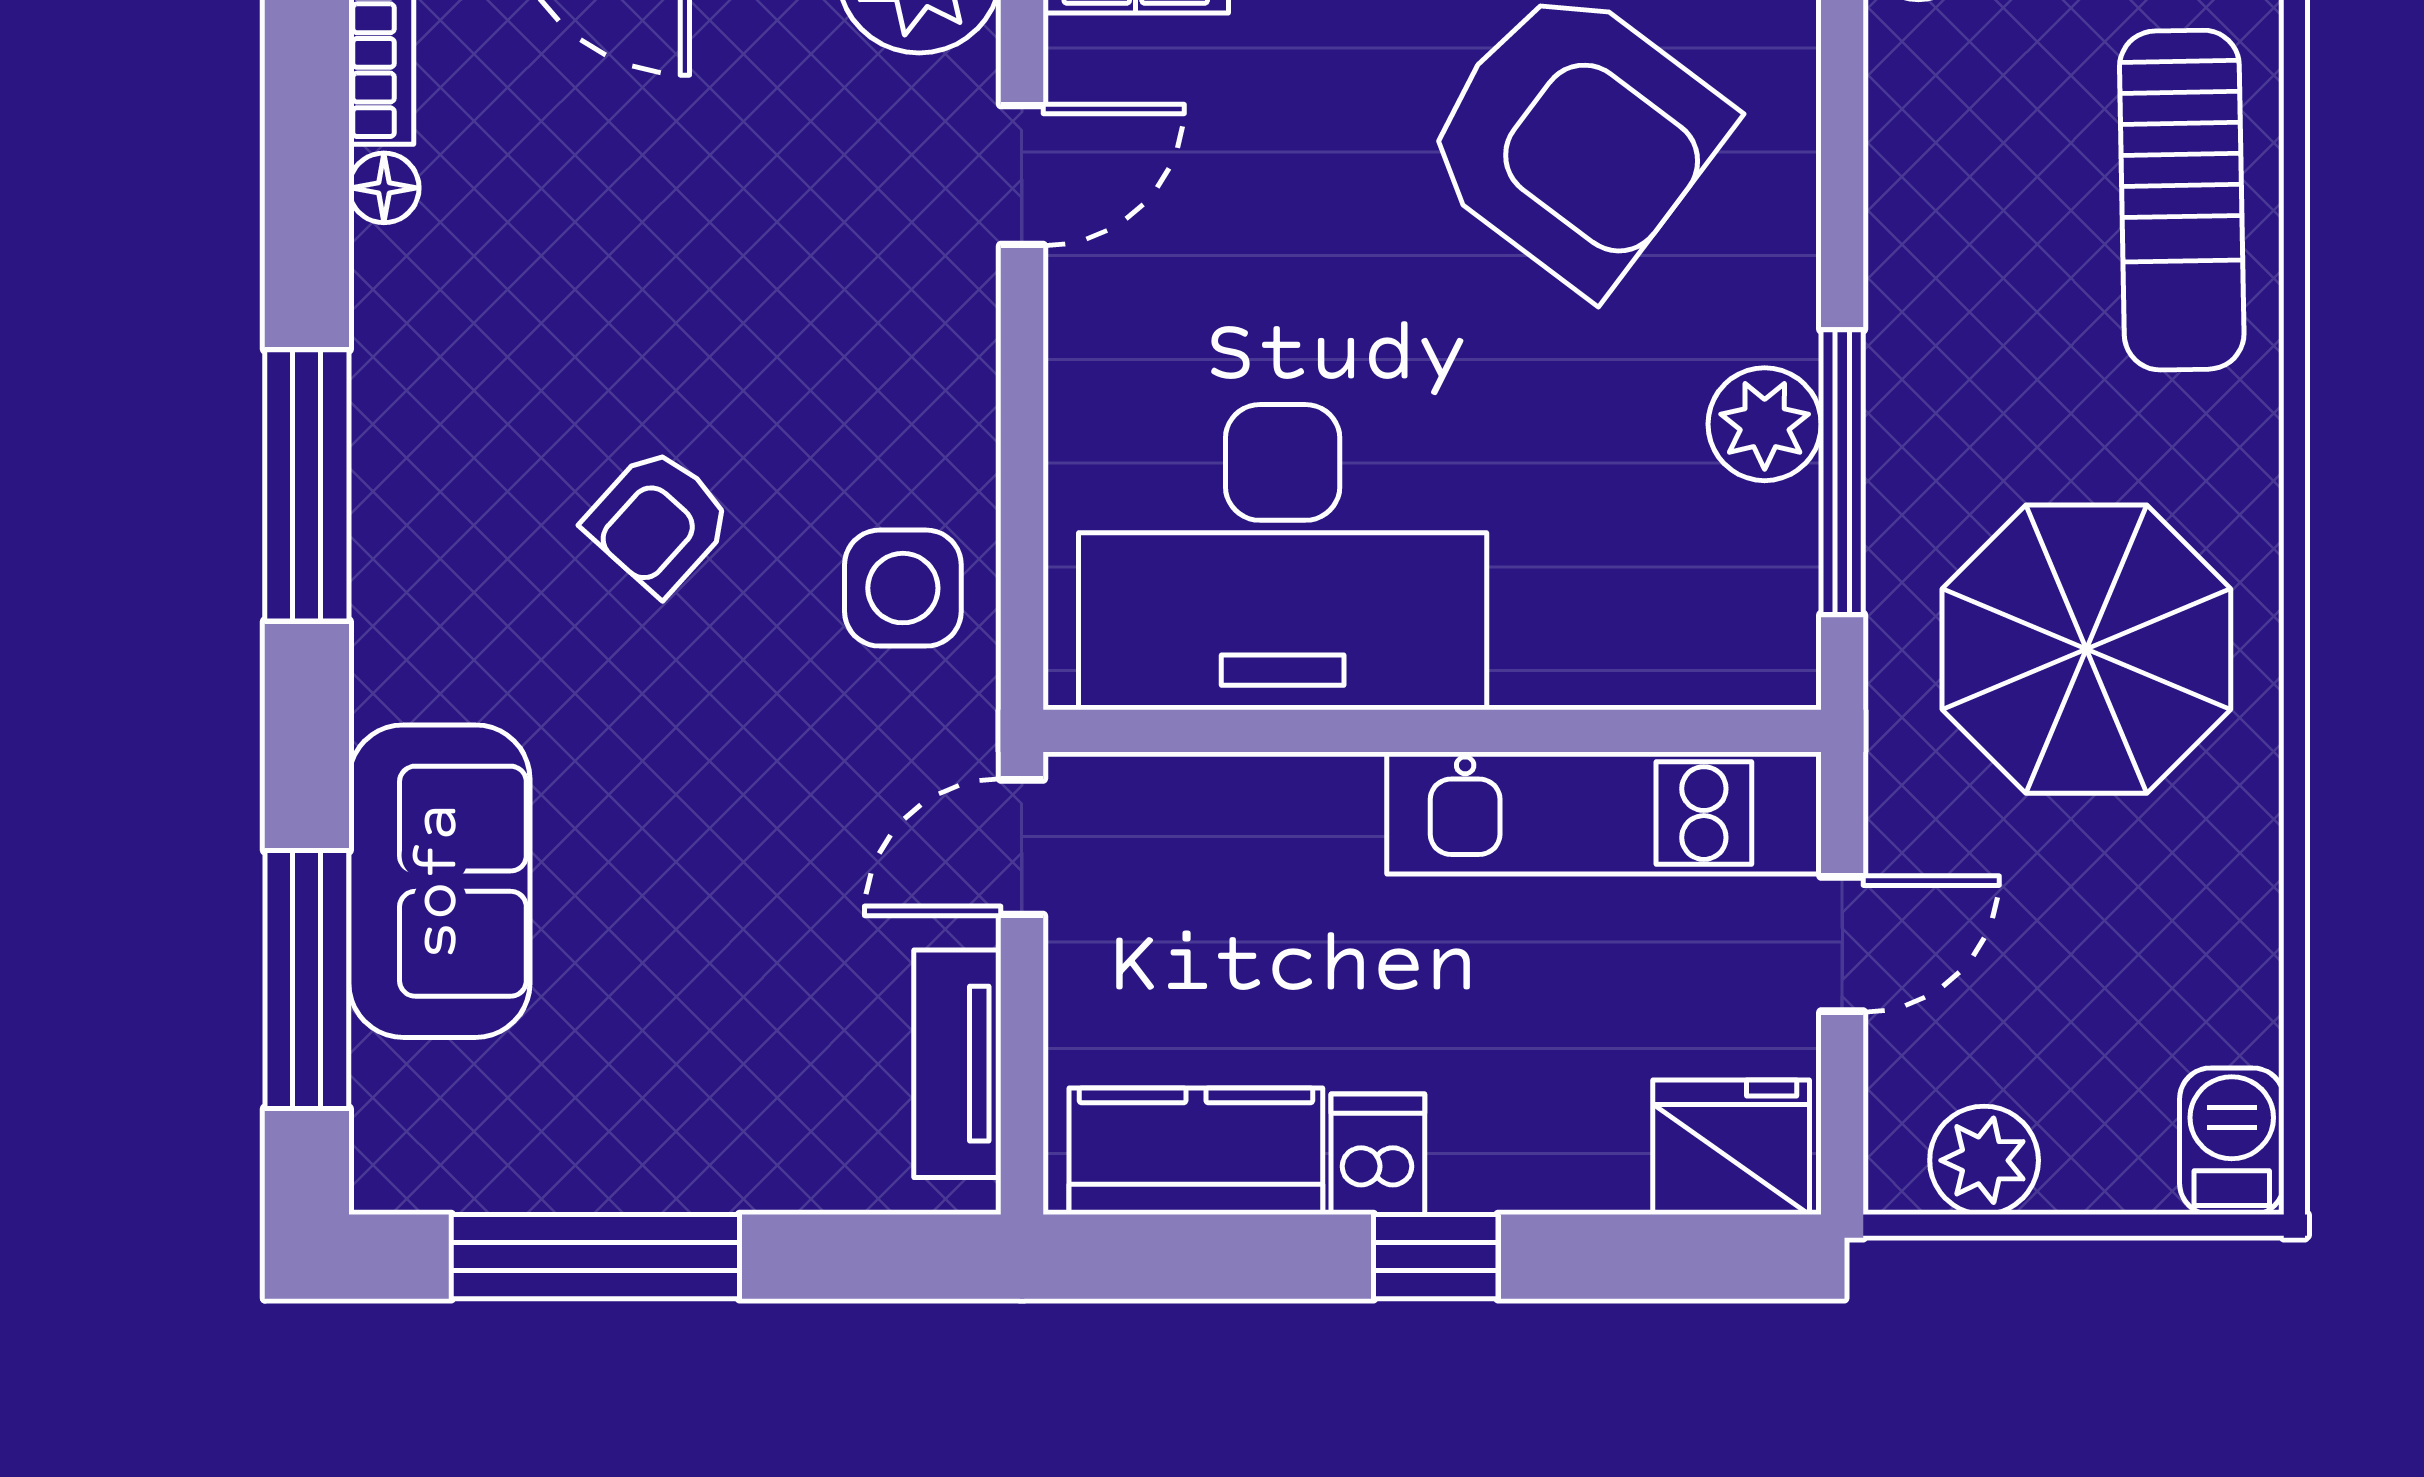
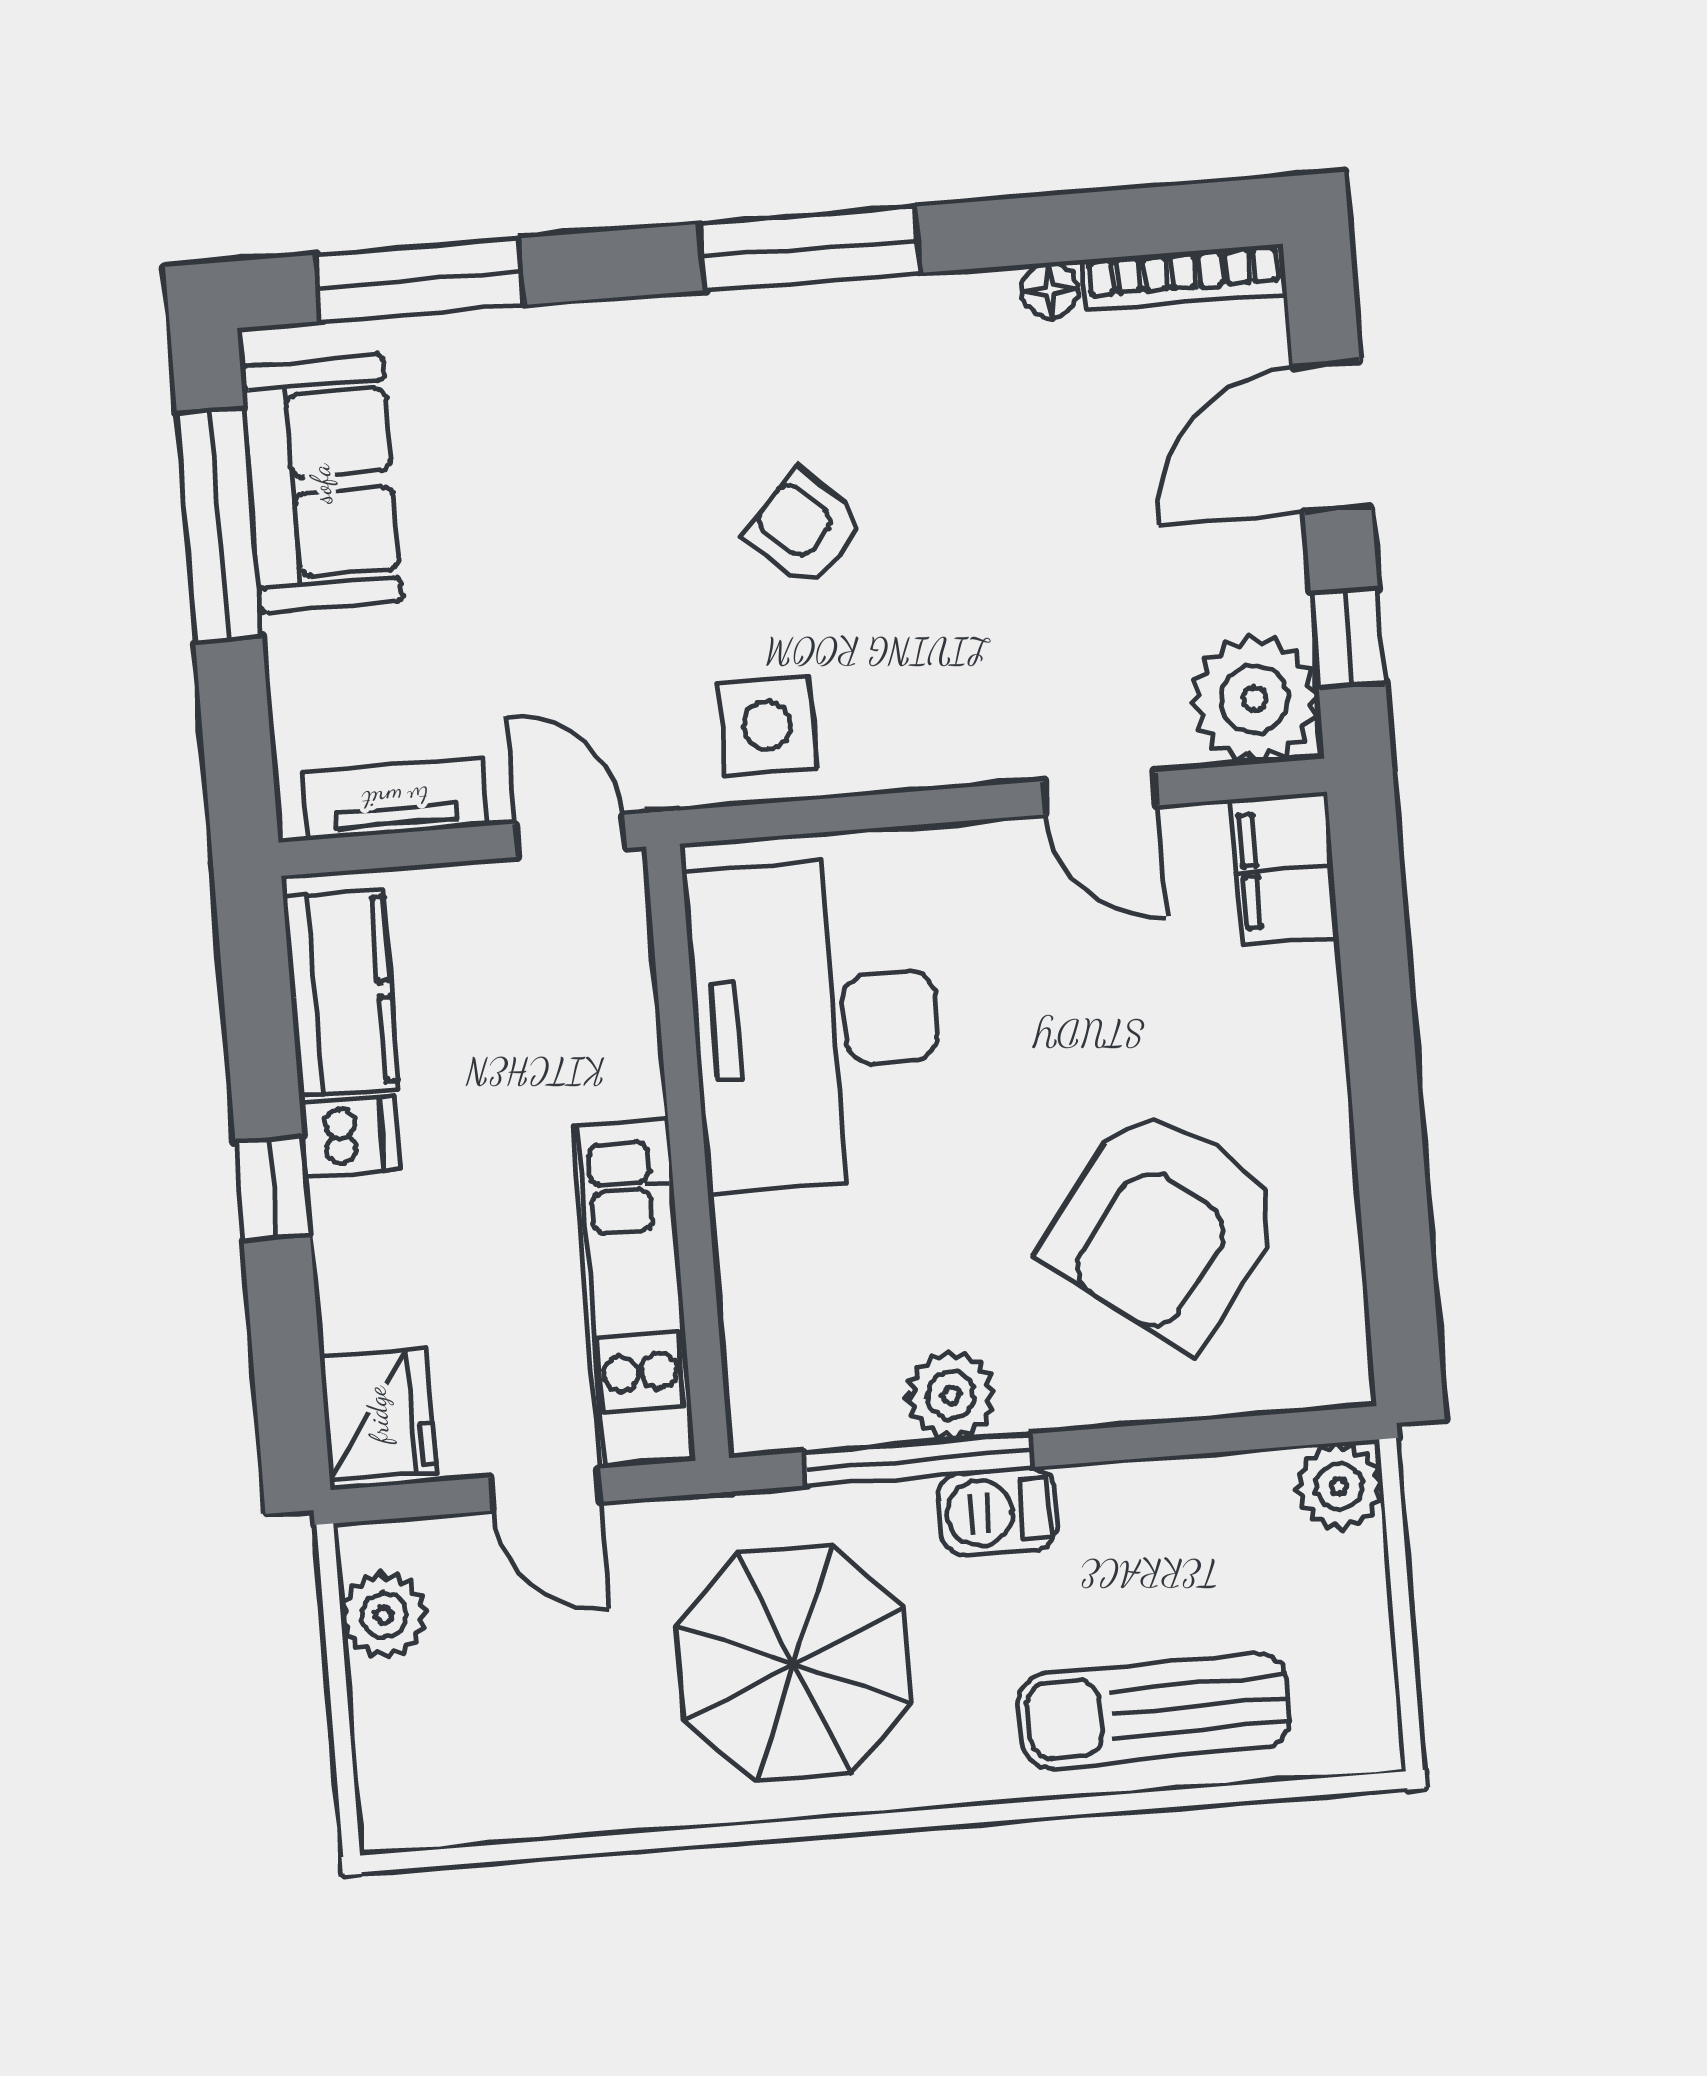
sofa: (439, 881) -> (321, 484), moved, turned -90
barbecue: (2232, 1141) -> (998, 1511), moved, turned 180

